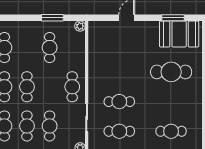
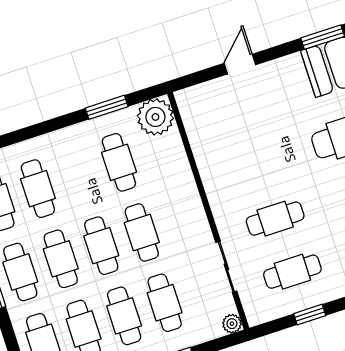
plant: (80, 26) -> (155, 117), width x1.88, depth x1.88
cafe table: (72, 87) -> (142, 233), moved

